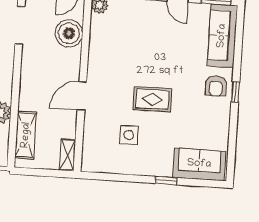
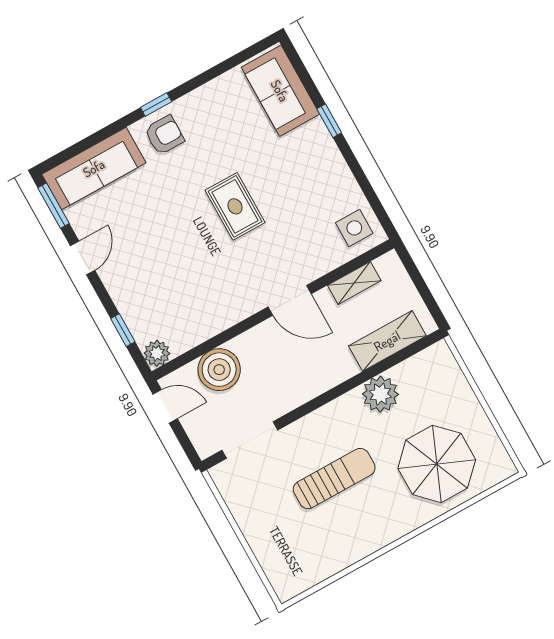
side table: (129, 135) -> (354, 228), moved
shelving: (68, 155) -> (354, 283), moved

